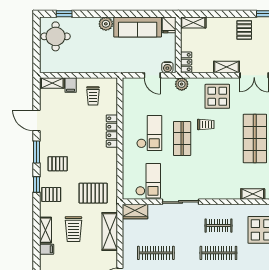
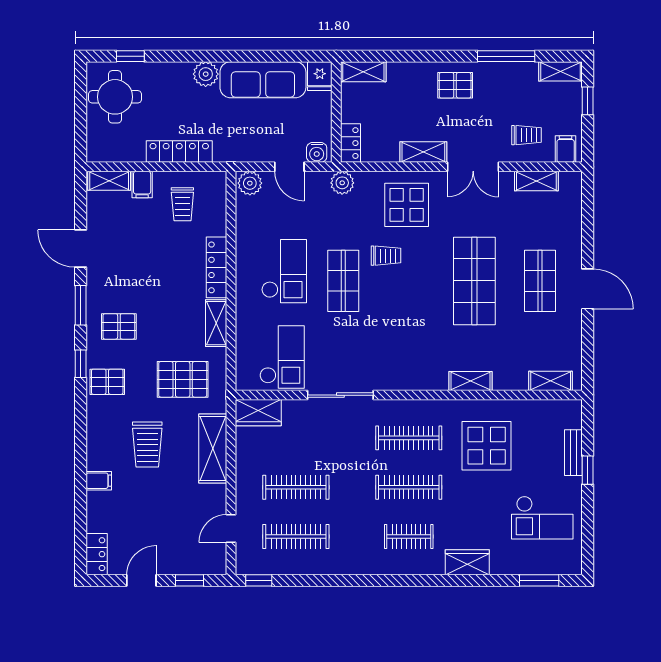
pallet: (244, 30) -> (455, 85), turned 90
locker: (91, 67) -> (179, 152), added
plant: (130, 84) -> (250, 183), added
clothes rail: (218, 226) -> (409, 438), width x1.36
shelving: (45, 230) -> (216, 323), moved

